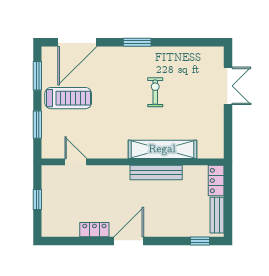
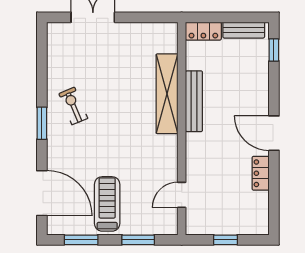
exercise bike: (155, 92) -> (73, 106), moved, turned 67

